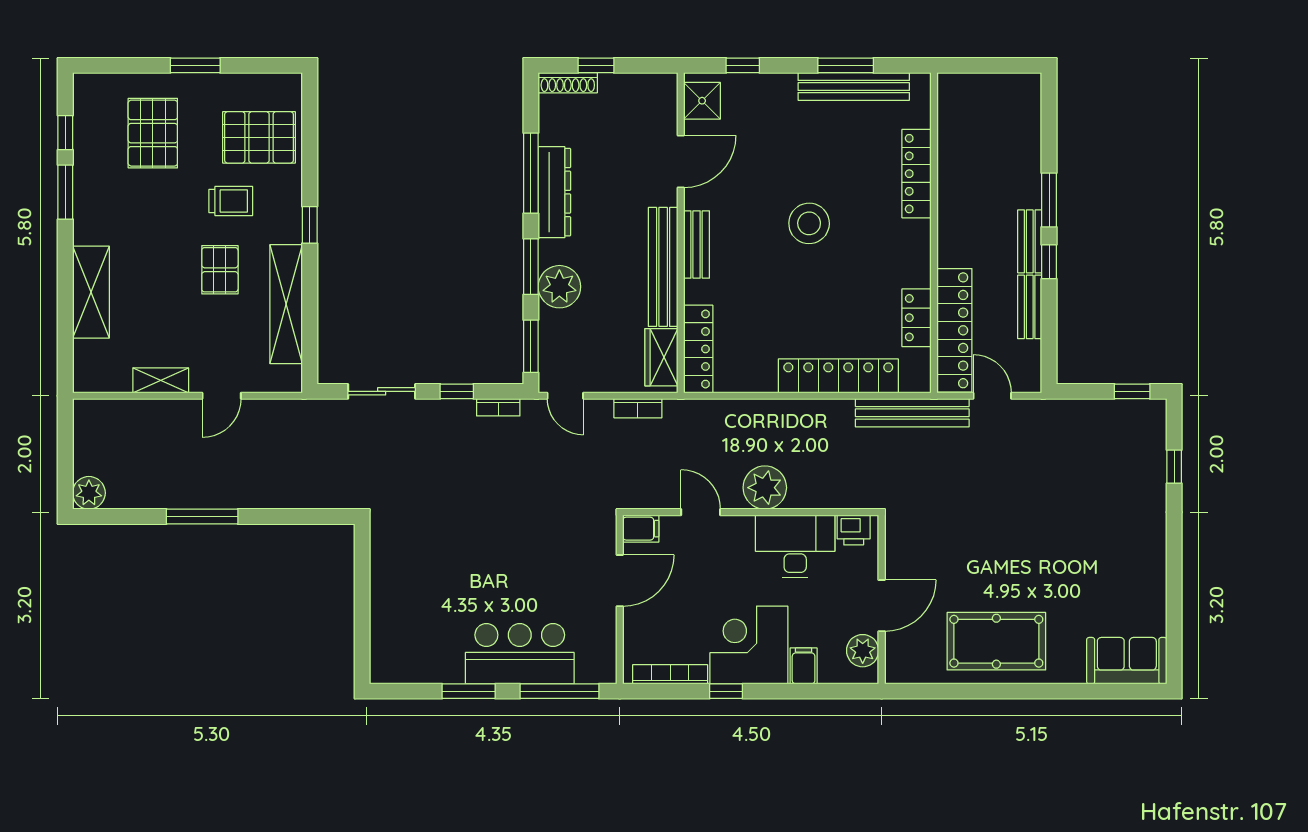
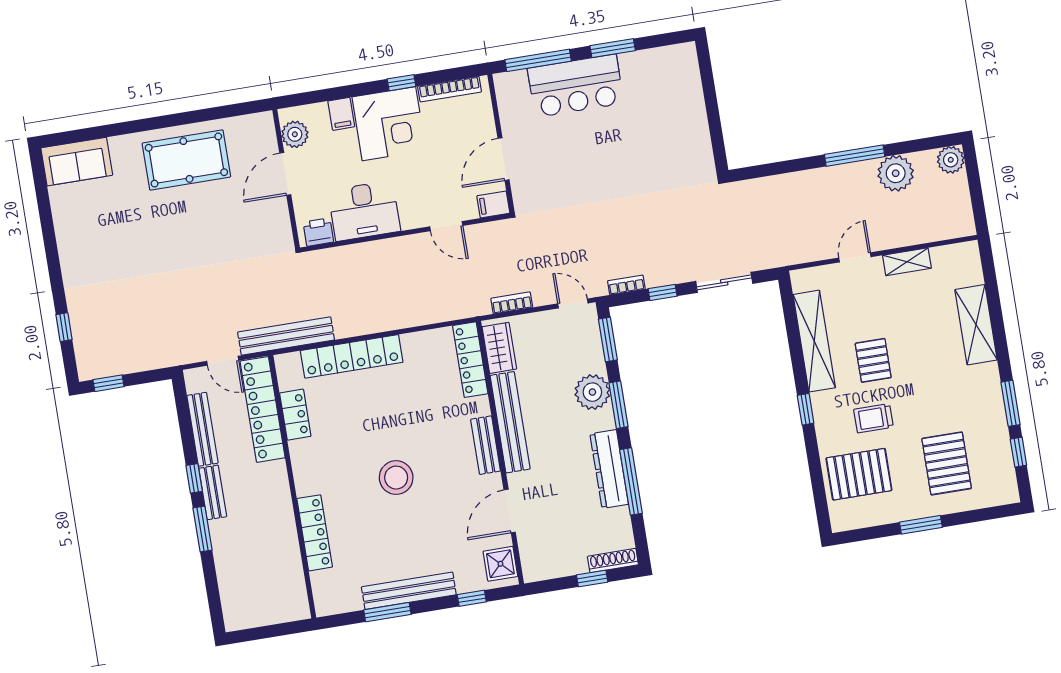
bench: (854, 87) -> (409, 591), moved
bench: (1030, 307) -> (202, 429), width x1.36
plant: (765, 488) -> (896, 173), moved

